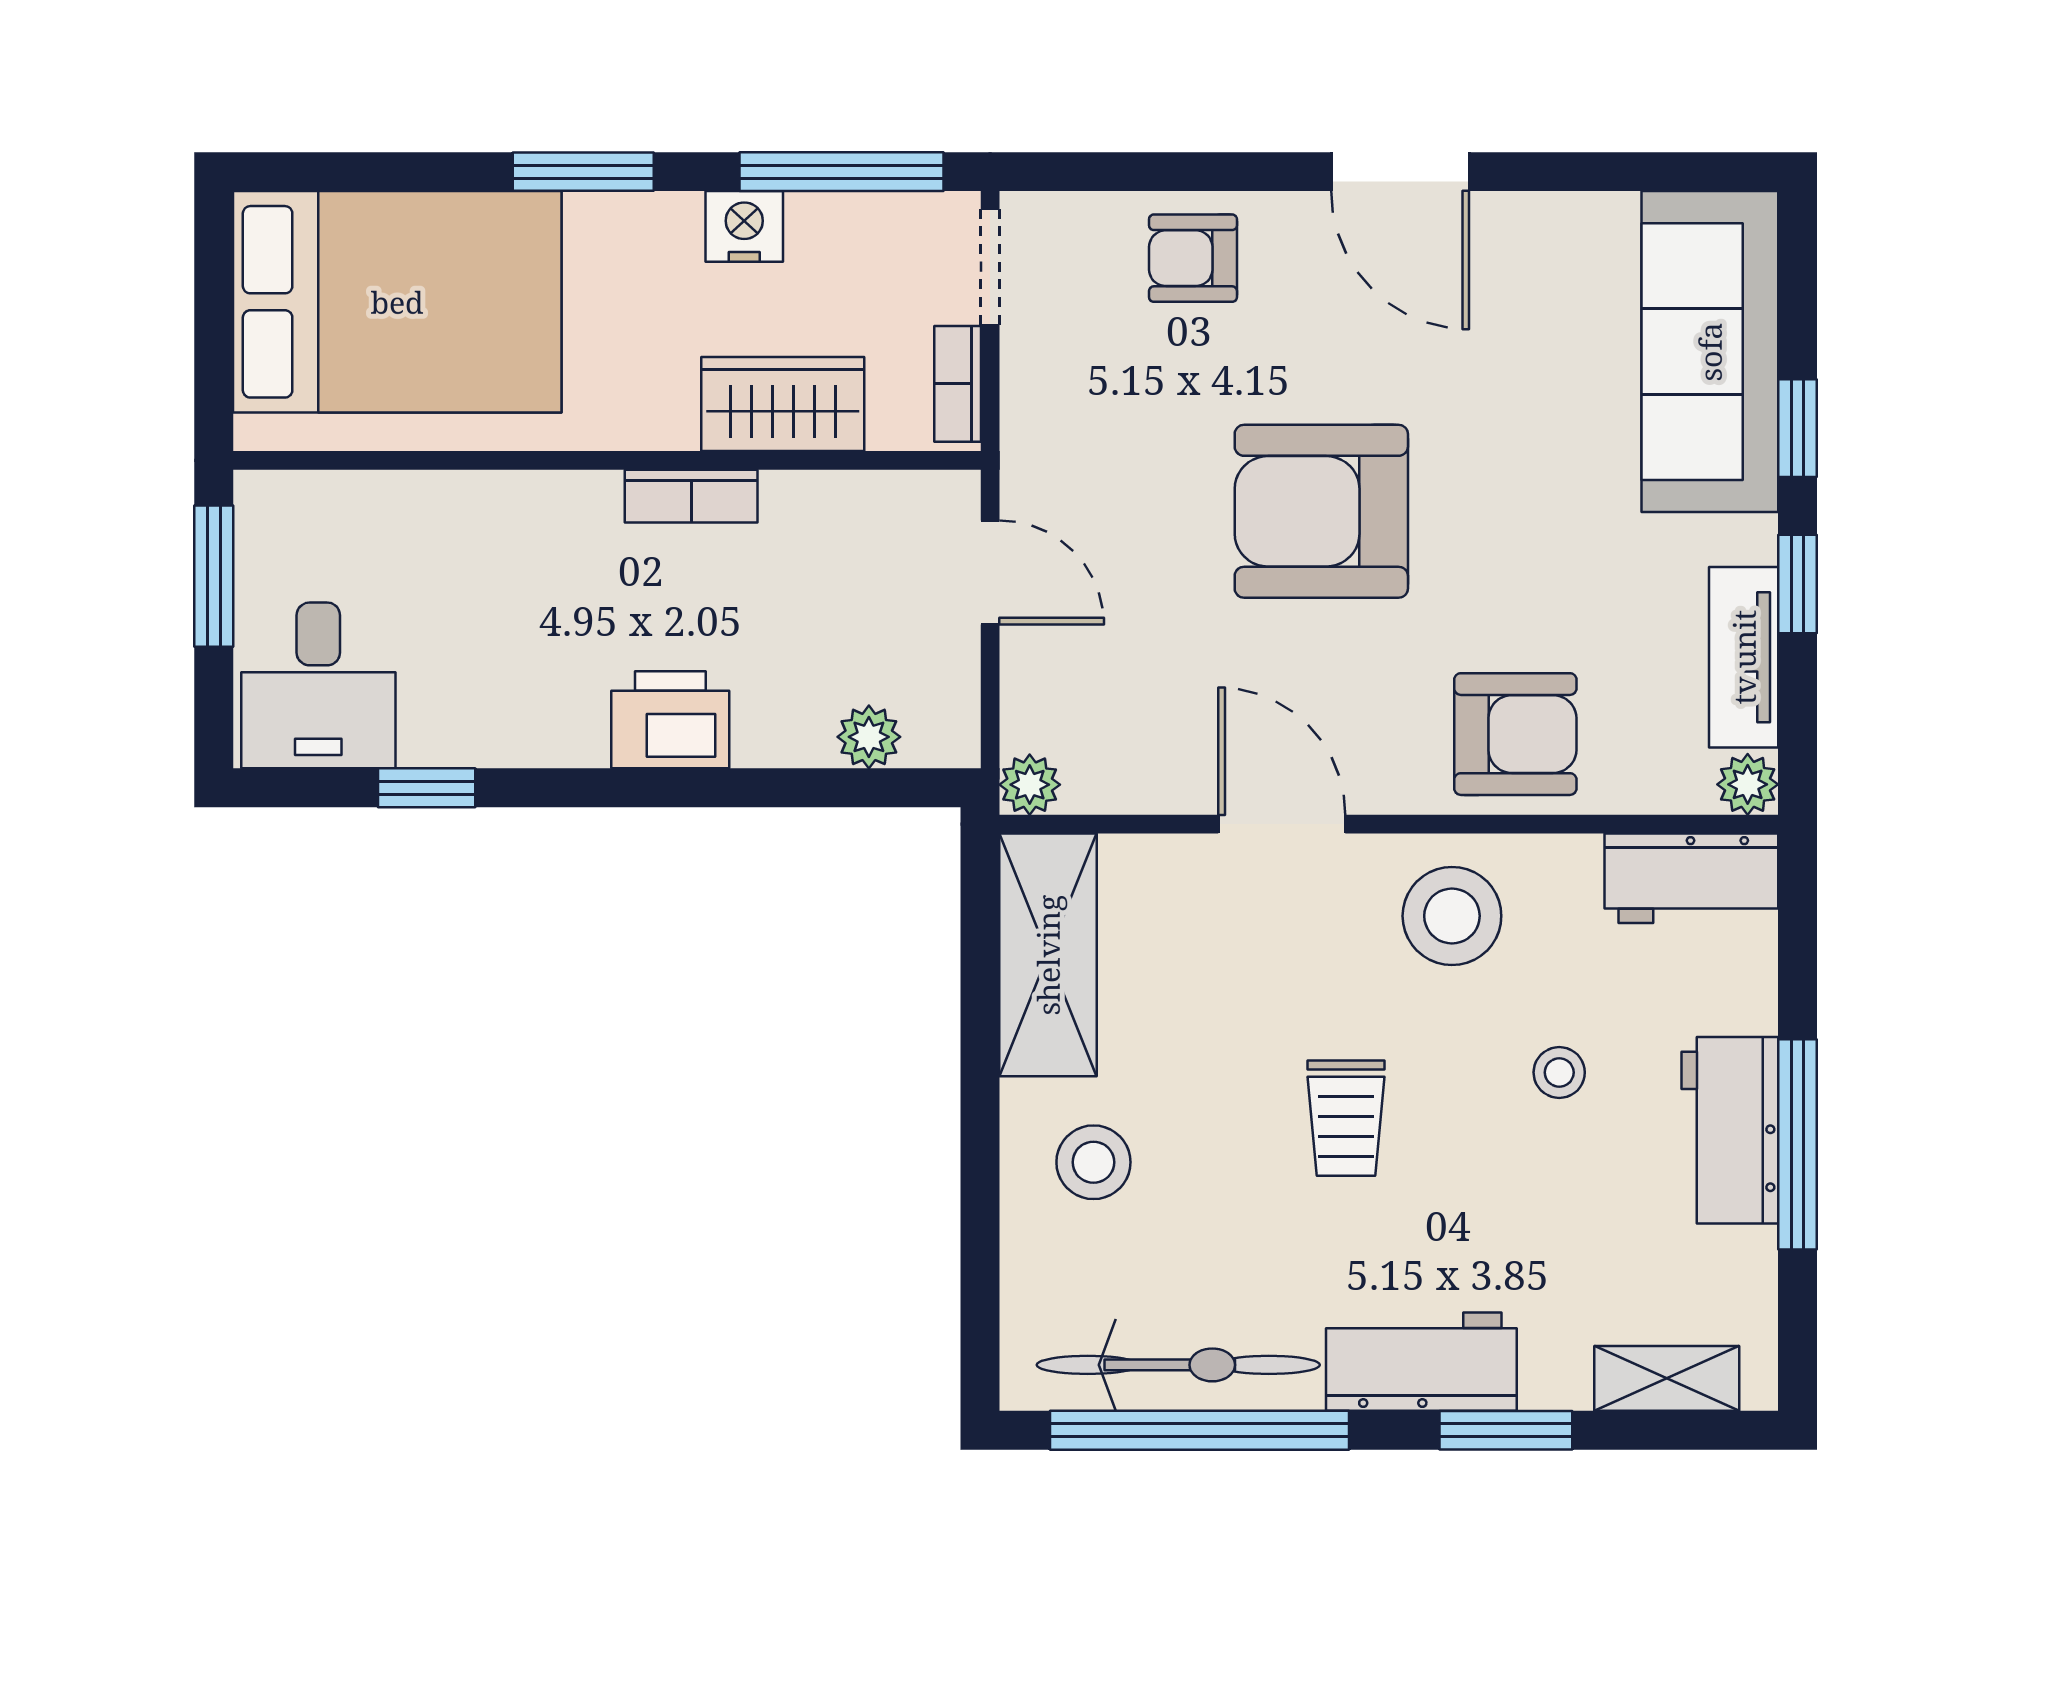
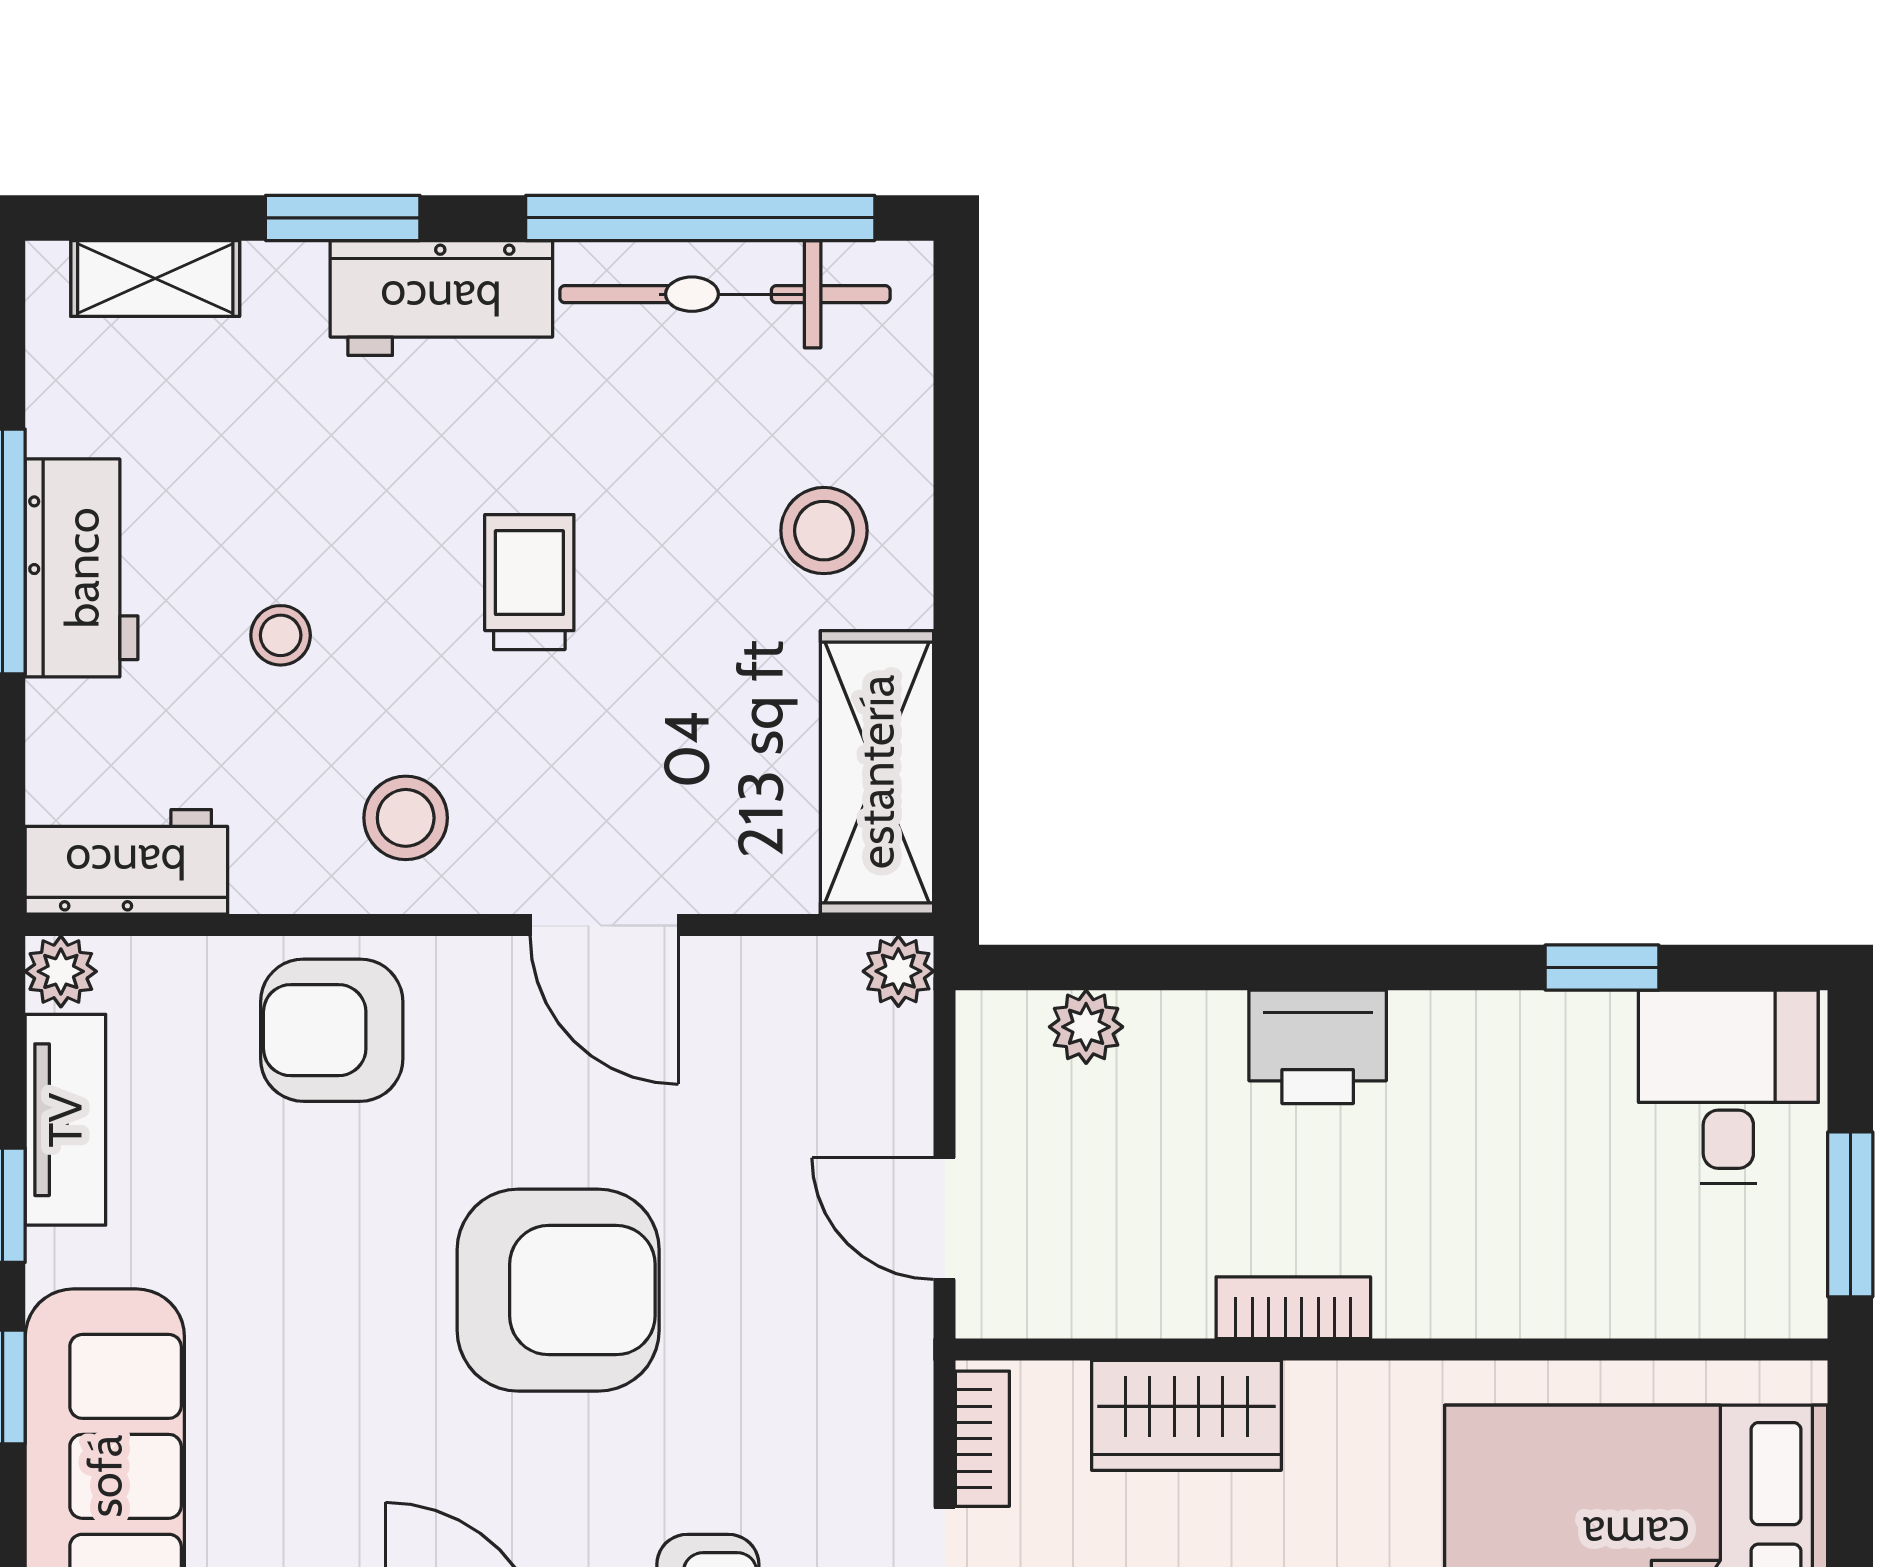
stool: (1452, 916) -> (406, 818), width x0.73, depth x0.73

